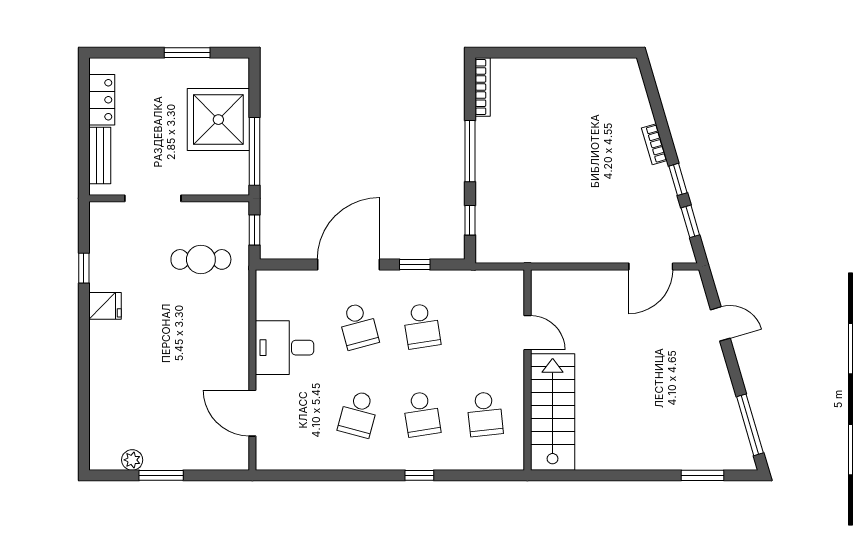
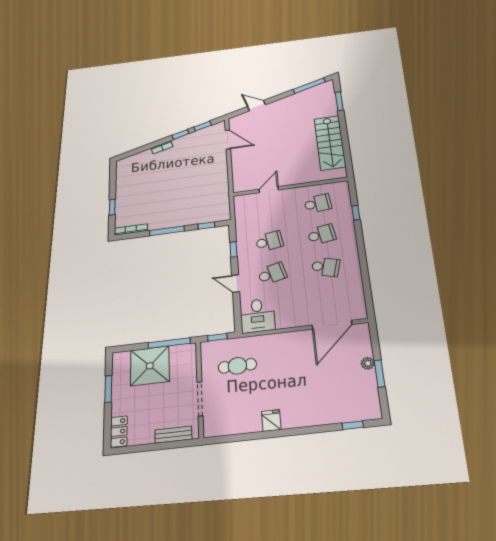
window: (535, 53) -> (112, 207), added
locker: (102, 100) -> (119, 431), moved, turned 90
cafe table: (201, 259) -> (237, 366), turned 90
door: (348, 265) -> (236, 284), width x0.53
window: (84, 268) -> (353, 425), moved
door: (720, 324) -> (257, 106), hinge flipped
desk: (285, 348) -> (257, 316), moved
stairs: (553, 412) -> (330, 143), moved, turned -90
door: (252, 413) -> (332, 325), width x1.36
plant: (132, 460) -> (368, 363), moved
window: (419, 475) -> (356, 213), moved

